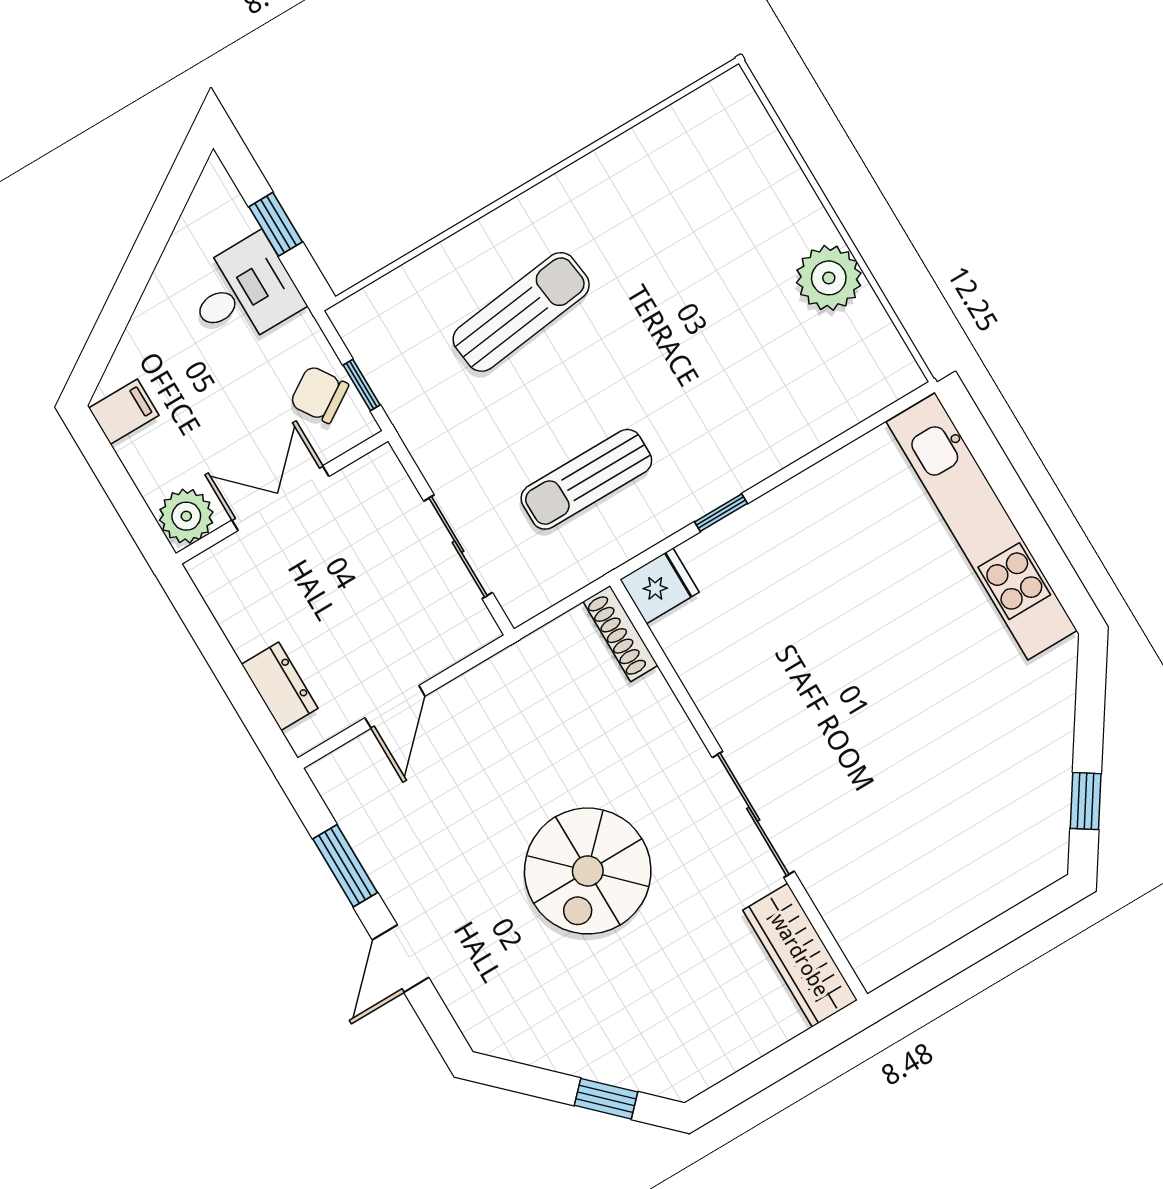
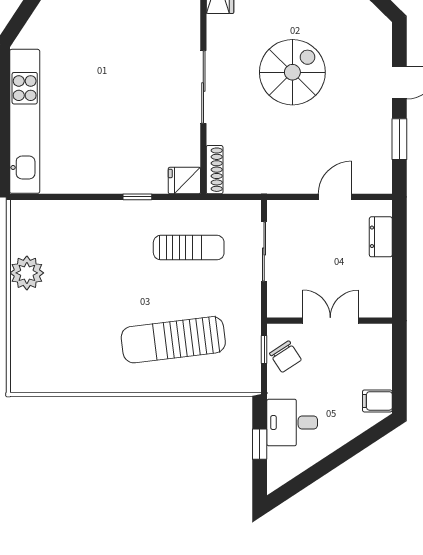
sun lounger: (521, 312) -> (173, 340), width x1.36, depth x1.34
double door: (280, 498) -> (330, 321), swing flipped
plant: (186, 516) -> (377, 338), removed
sliding door: (753, 814) -> (203, 87), moved

